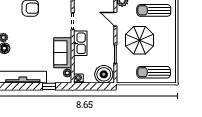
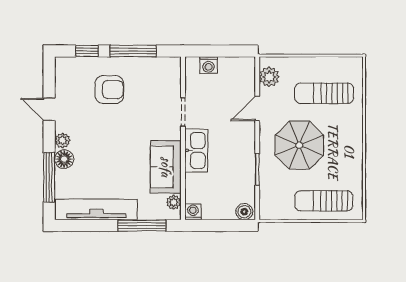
door: (115, 19) -> (257, 109), hinge flipped
boiler: (104, 74) -> (244, 212), width x0.54, depth x0.54
window: (49, 86) -> (142, 226), width x2.17

